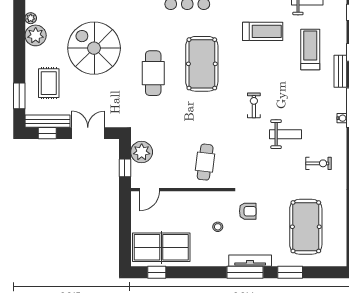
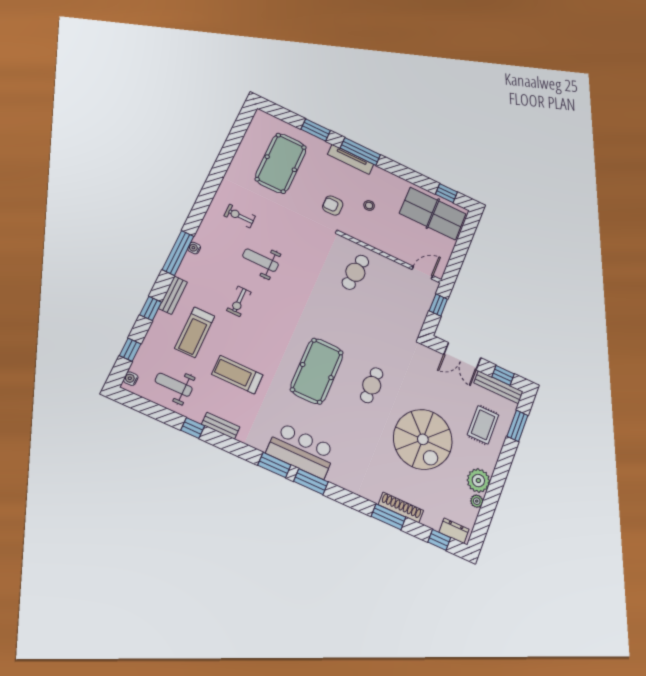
cafe table: (153, 73) -> (372, 385), width x0.73, depth x0.74
exercise bike: (254, 105) -> (239, 301), moved
plant: (142, 152) -> (416, 312), removed

